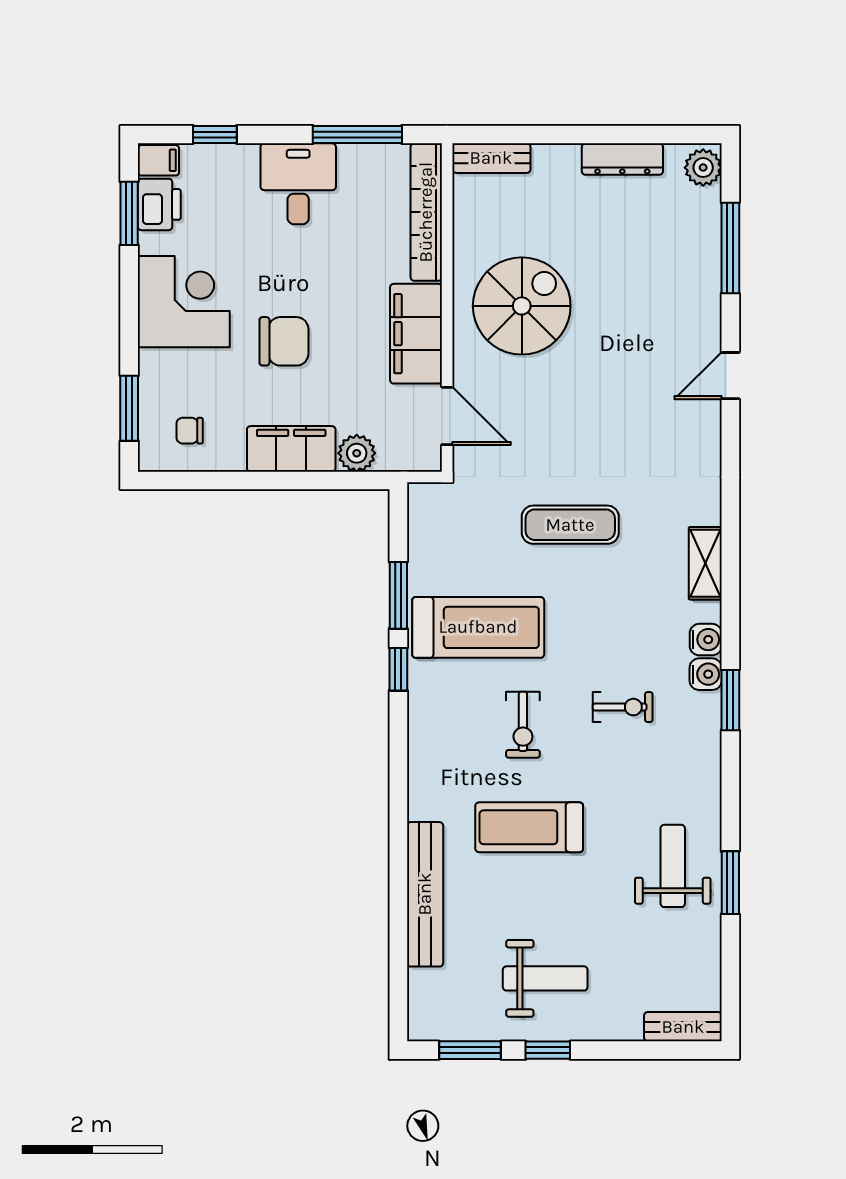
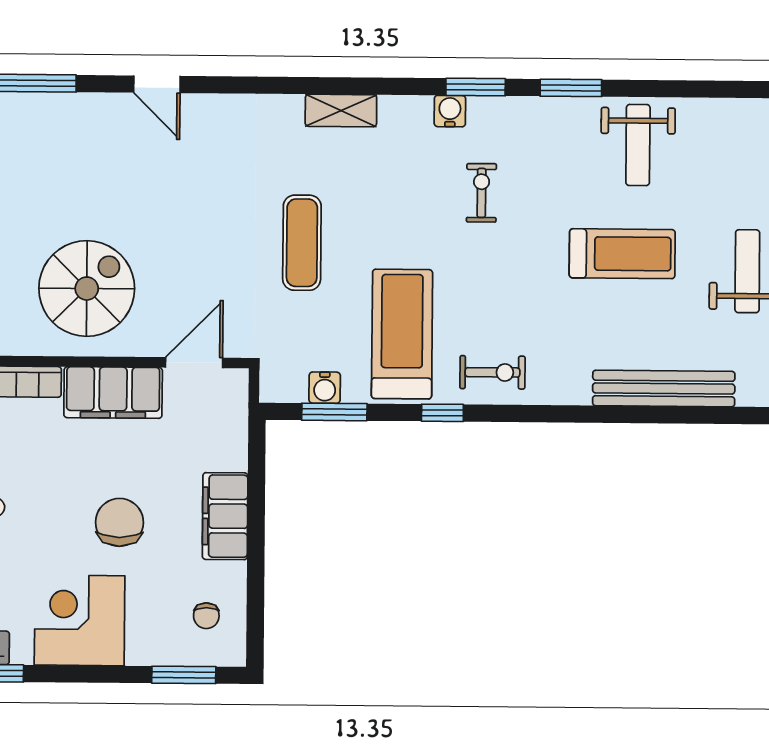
spiral stairs: (522, 306) -> (87, 289), turned 90
plant: (357, 453) -> (230, 452), removed
window: (398, 595) -> (334, 412), moved
water cooler: (706, 640) -> (325, 388), moved, turned 180
exercise bike: (523, 725) -> (493, 372), moved
treadmill: (529, 827) -> (622, 254), moved, turned -90
weight bench: (673, 866) -> (638, 145), turned -90
window: (730, 883) -> (571, 88), moved

